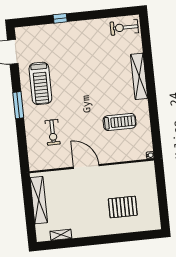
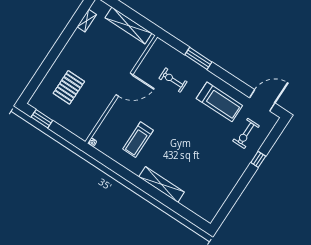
exercise bike: (124, 27) -> (246, 133), moved, turned 180
treadmill: (40, 83) -> (219, 102), turned 180
window: (18, 105) -> (198, 58), moved
window: (163, 208) -> (42, 119), added

